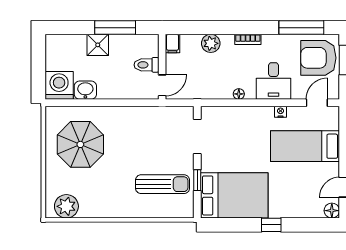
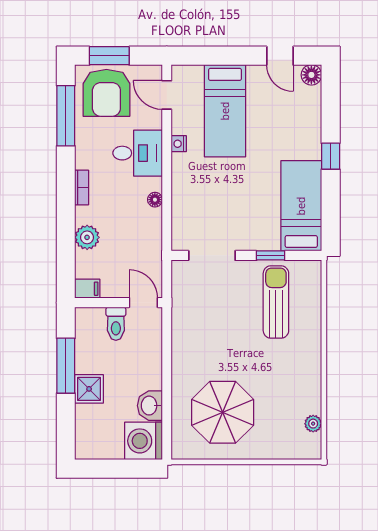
bed: (234, 195) -> (301, 206), width x0.67
plant: (66, 206) -> (313, 424), width x0.53, depth x0.53

